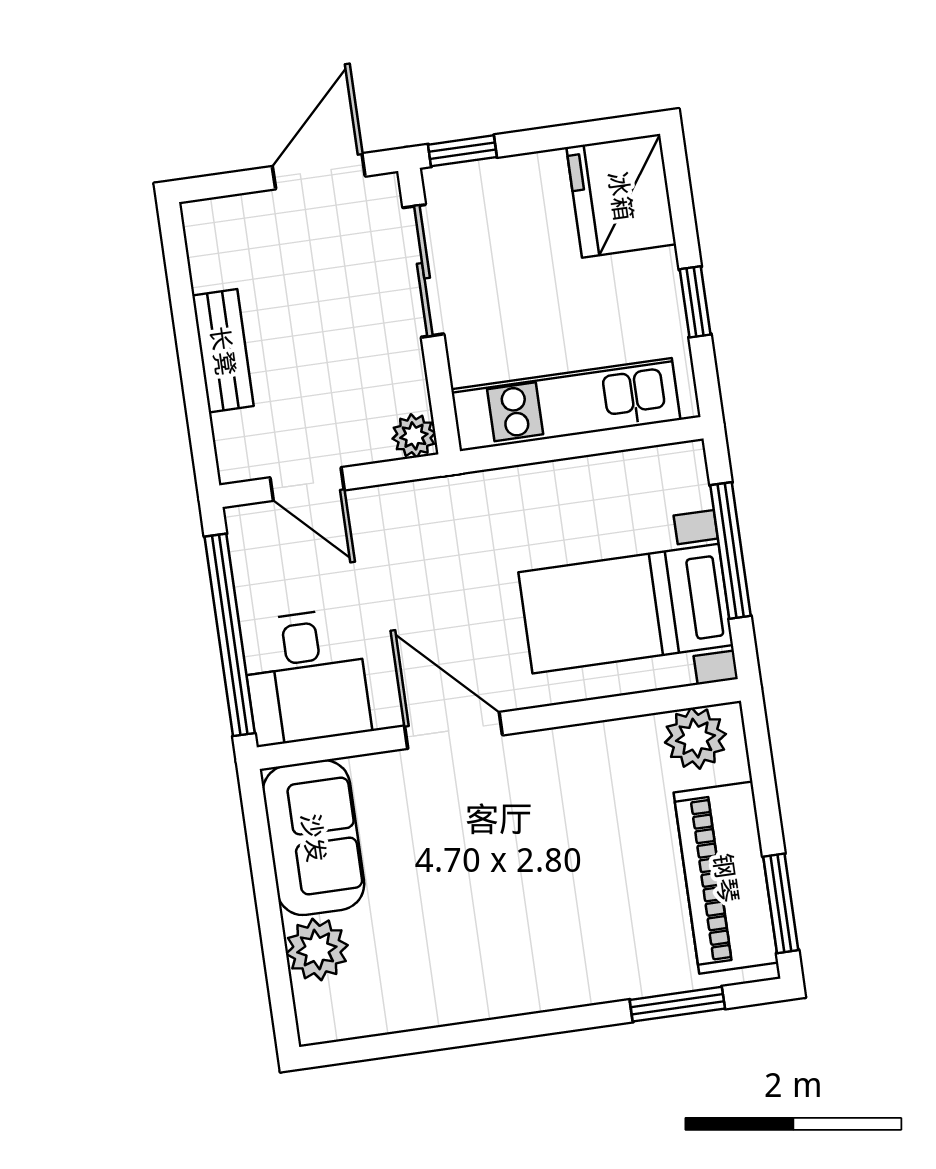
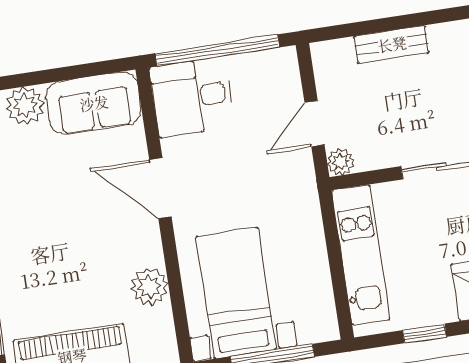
door: (307, 484) -> (315, 124), moved
door: (454, 730) -> (160, 188), swing flipped
plant: (695, 738) -> (150, 287), moved

